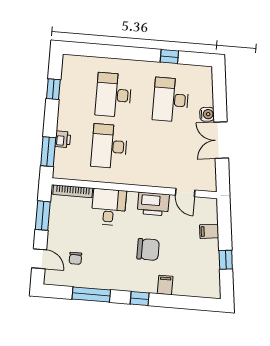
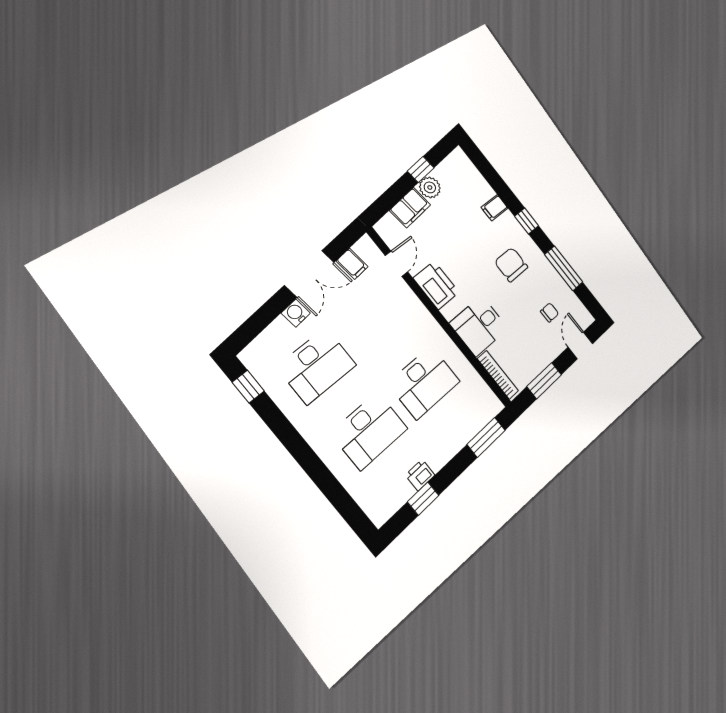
window: (169, 57) -> (248, 387), moved
printer: (63, 139) -> (420, 475), moved
filing cabinet: (207, 168) -> (352, 264), added
filing cabinet: (209, 231) -> (410, 208), width x2.00
chair: (148, 249) -> (511, 265), moved
plant: (211, 255) -> (430, 187), added

